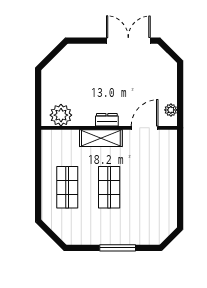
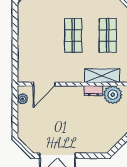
dresser: (107, 120) -> (94, 91), moved
shelving: (101, 138) -> (102, 76), moved

